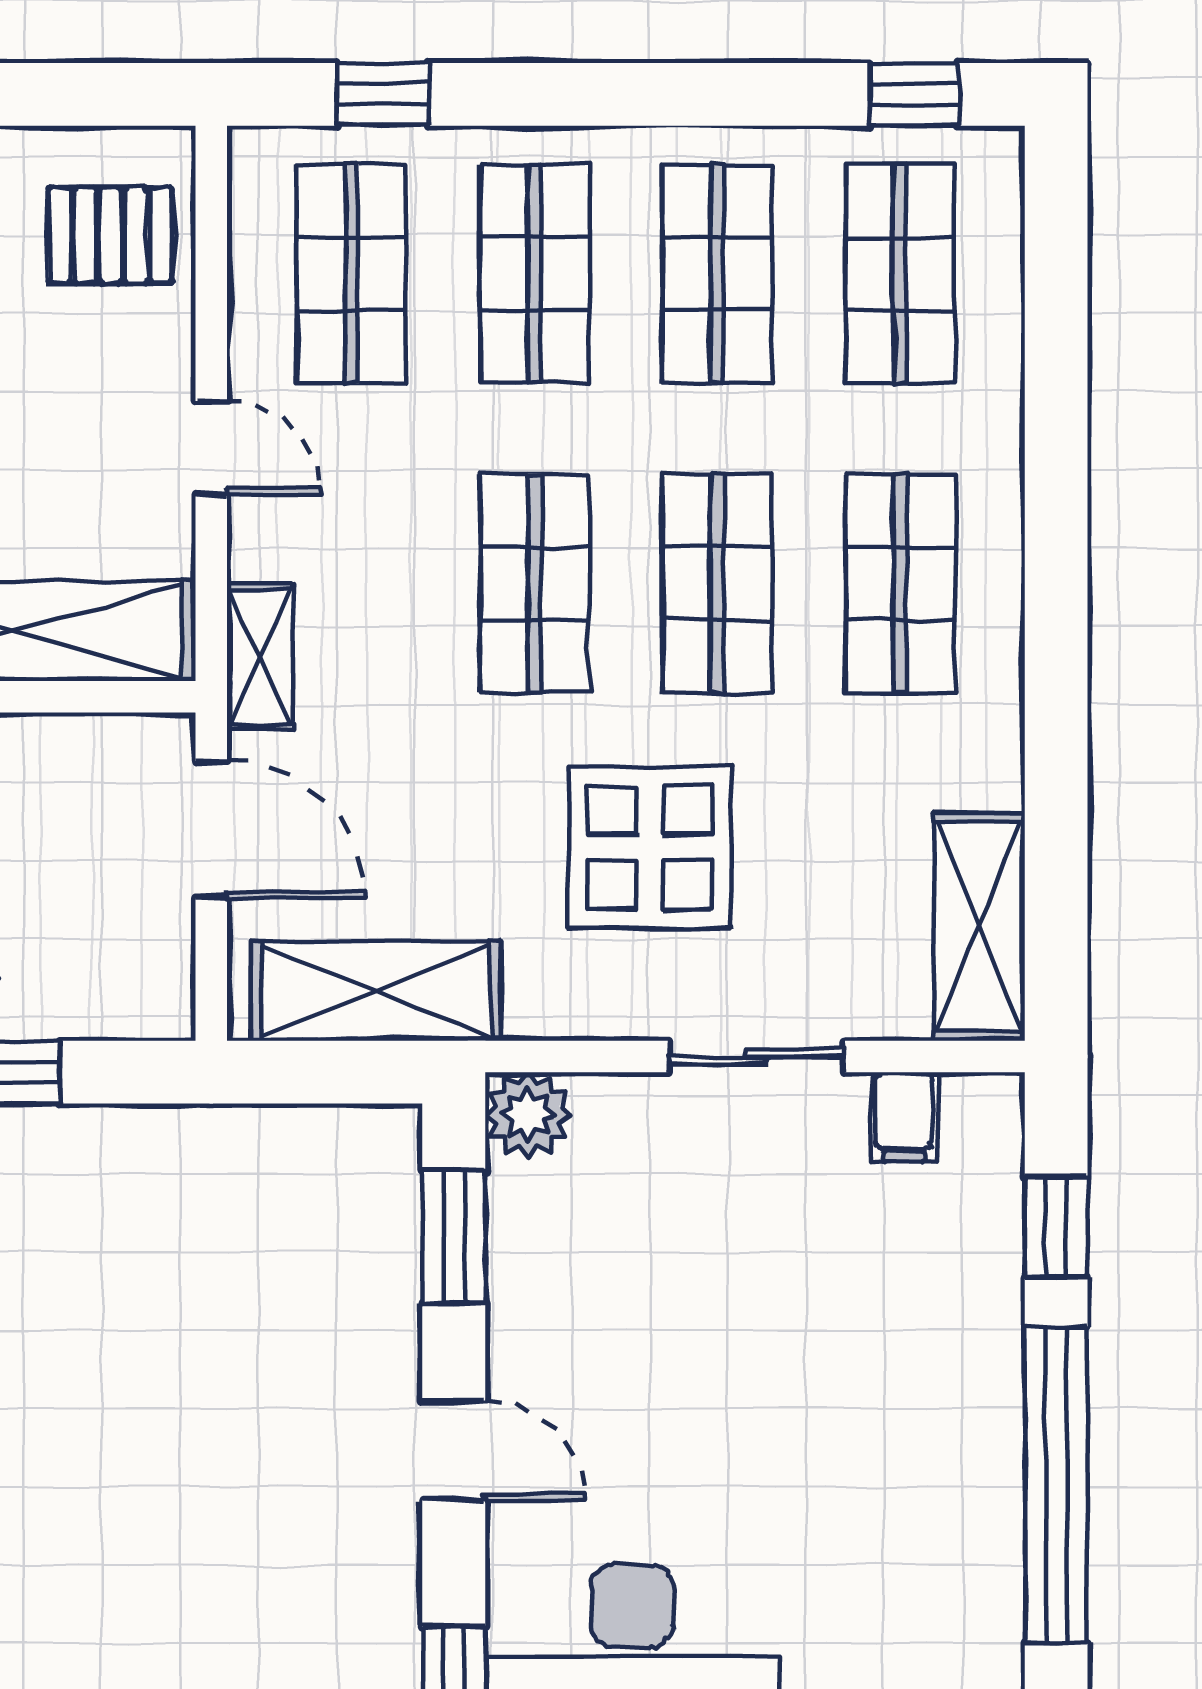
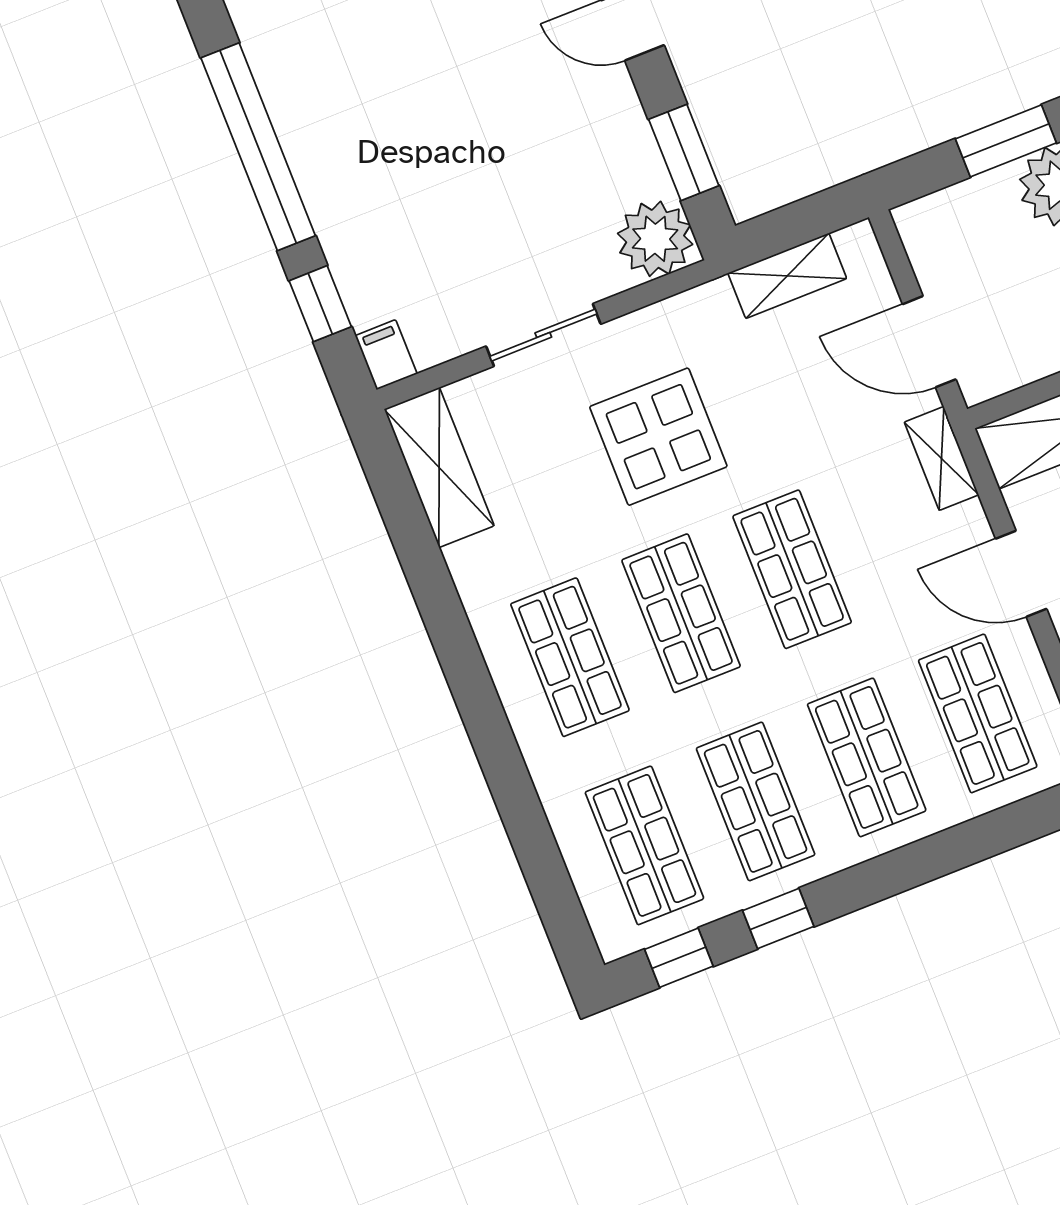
window: (383, 94) -> (778, 918), moved
door: (211, 448) -> (1021, 574), width x1.38
shelving: (376, 991) -> (787, 276), width x0.67, depth x0.75
plant: (528, 1115) -> (655, 239), width x1.36, depth x1.36
filing cabinet: (904, 1117) -> (386, 355), moved

